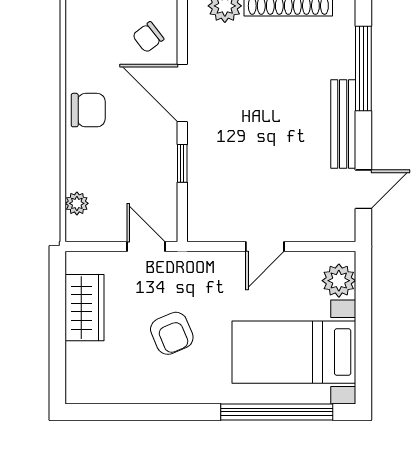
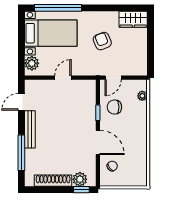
chair: (88, 110) -> (114, 107), moved
door: (146, 246) -> (113, 78), hinge flipped
wardrobe: (85, 308) -> (133, 19), moved, turned -90

